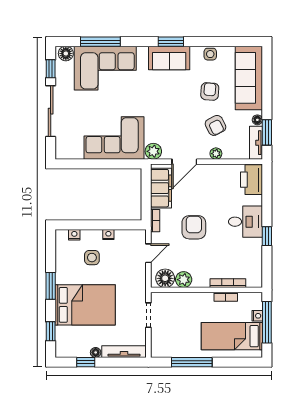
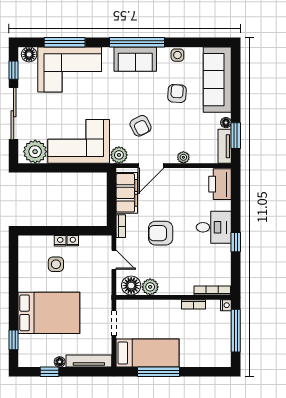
window: (171, 42) -> (137, 42), width x2.11
armchair: (215, 125) -> (141, 126), moved
plant: (72, 148) -> (35, 152), added
armchair: (194, 227) -> (161, 233), turned -90
nightstand: (74, 235) -> (60, 241), moved
door: (148, 253) -> (114, 260), hinge flipped
bookcase: (228, 283) -> (212, 290), moved
window: (51, 286) -> (14, 293), removed
nightstand: (257, 316) -> (226, 305), moved
bed: (232, 336) -> (147, 353), moved, turned 180

